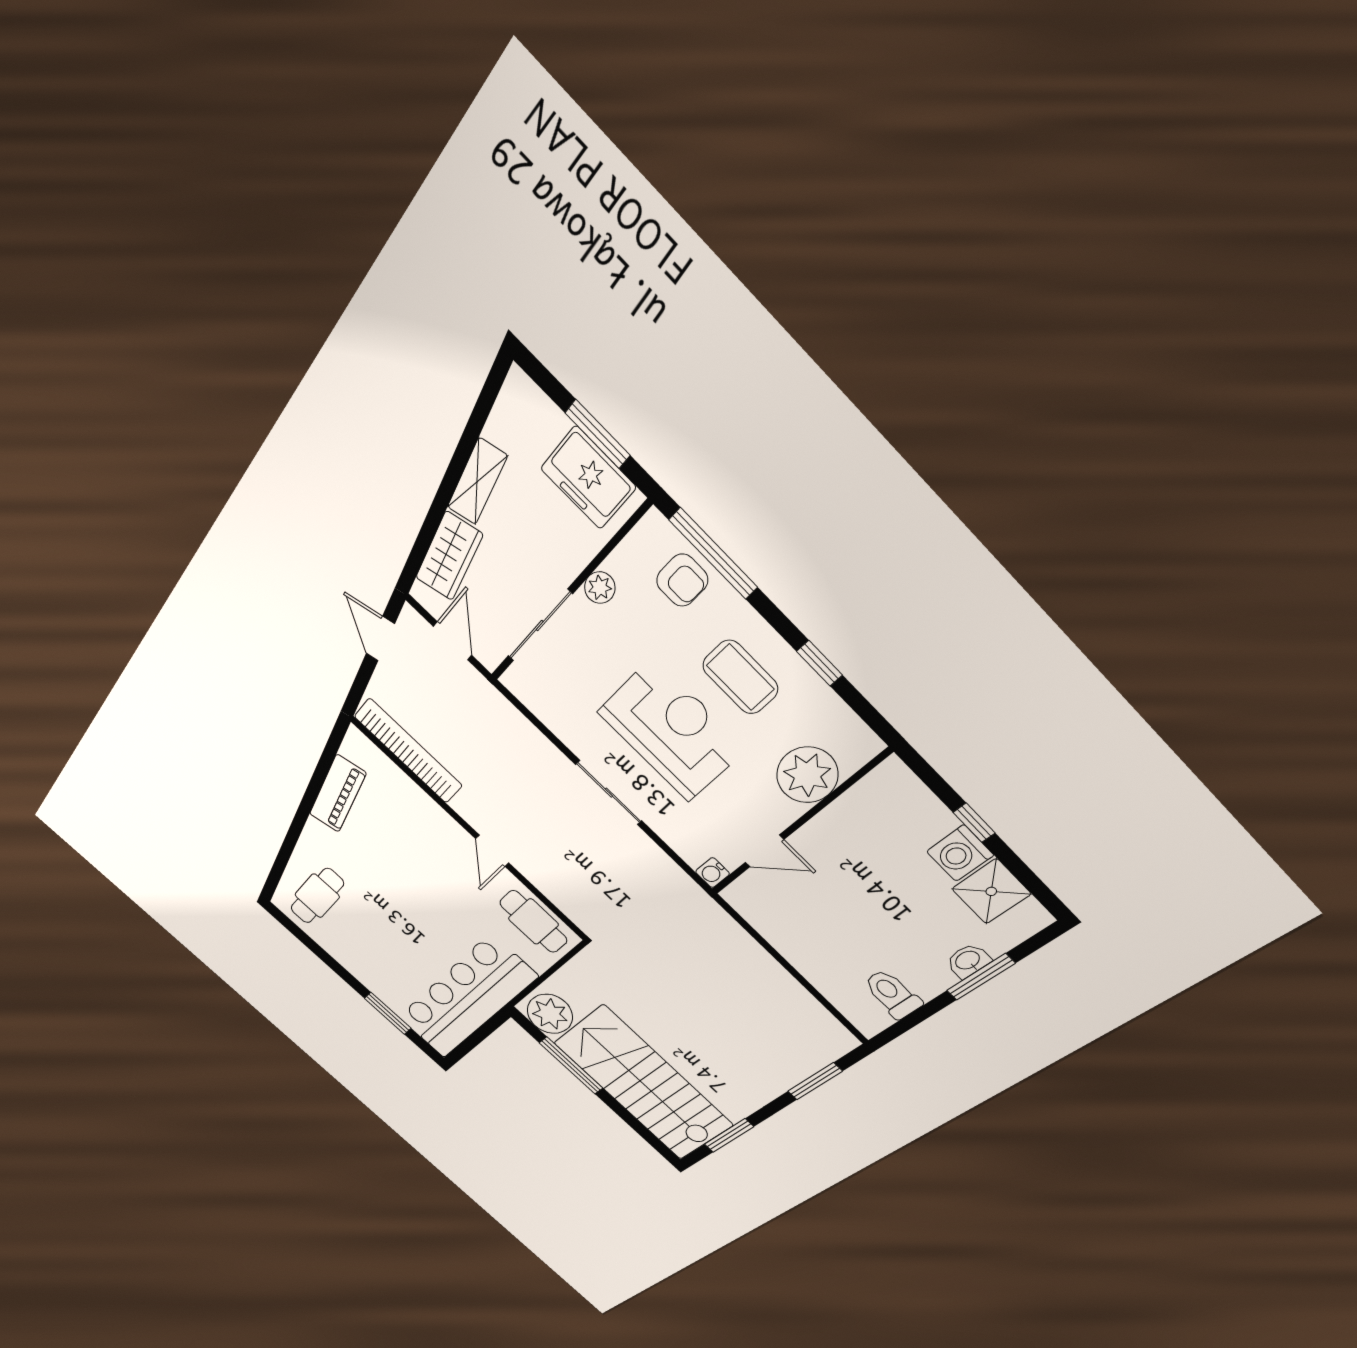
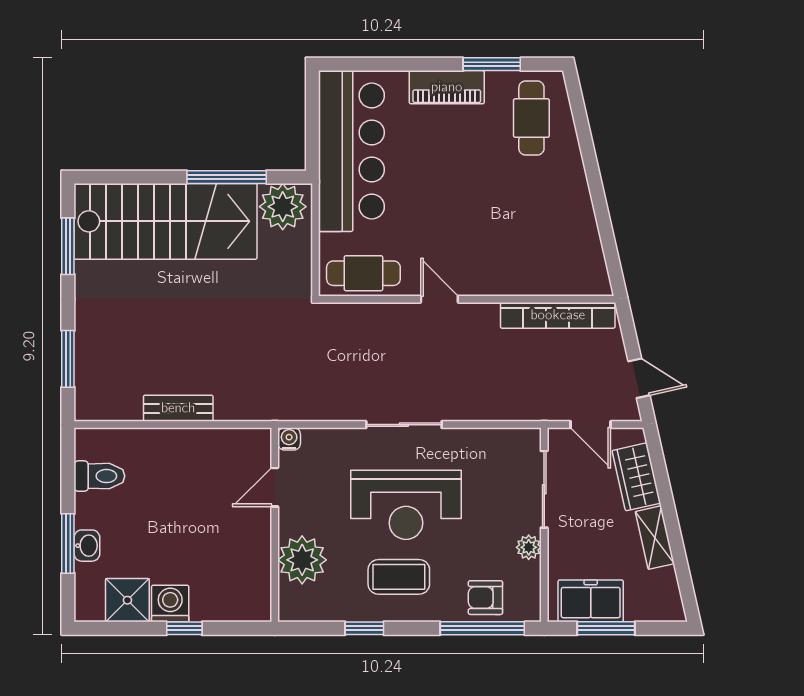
piano: (338, 794) -> (447, 87), moved, turned -77
bench: (773, 976) -> (178, 408), added
window: (388, 1013) -> (492, 64), moved

